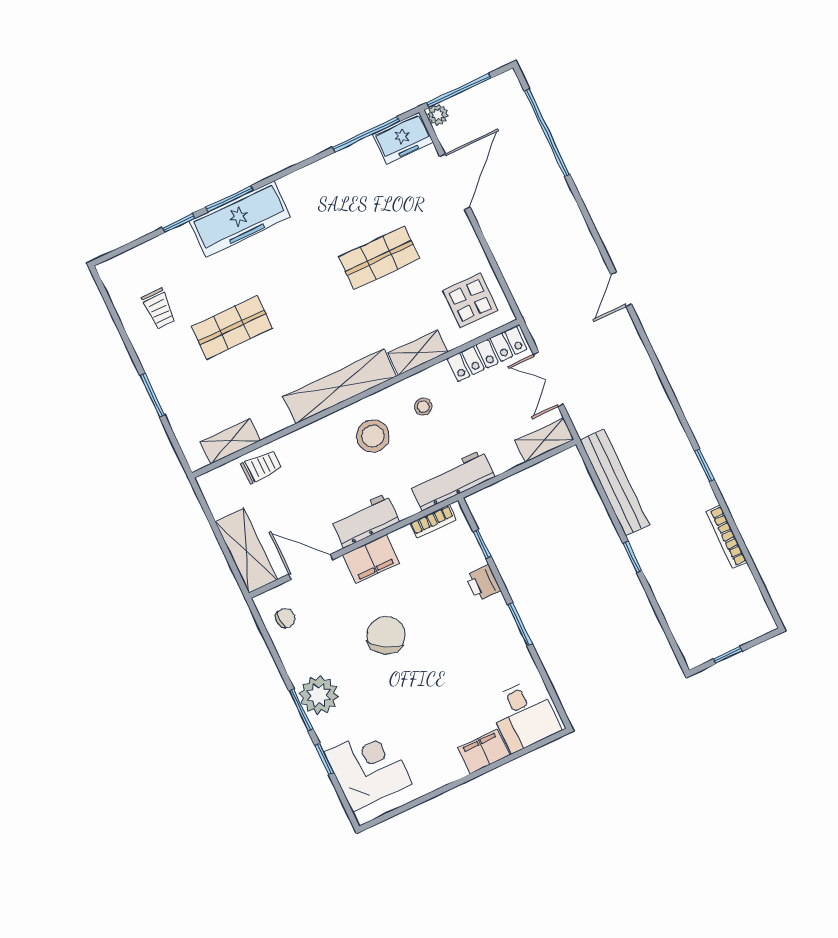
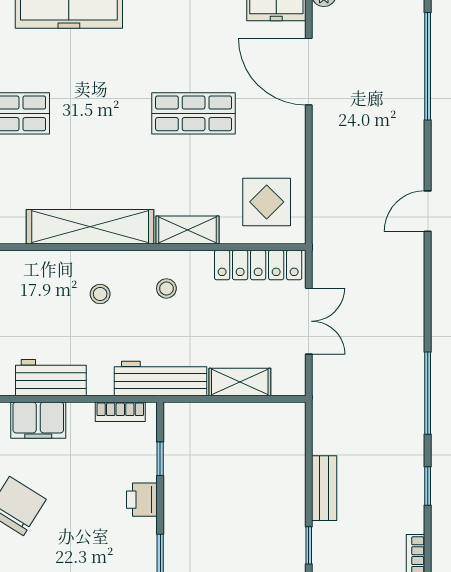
door: (455, 182) -> (309, 72), swing flipped
door: (621, 289) -> (428, 211), moved
double door: (548, 379) -> (309, 321), swing flipped
window: (670, 392) -> (428, 393), added
stool: (373, 436) -> (100, 294), width x0.53, depth x0.53
shelving: (544, 440) -> (240, 382), moved
bench: (615, 483) -> (324, 488), width x0.54, depth x0.82

